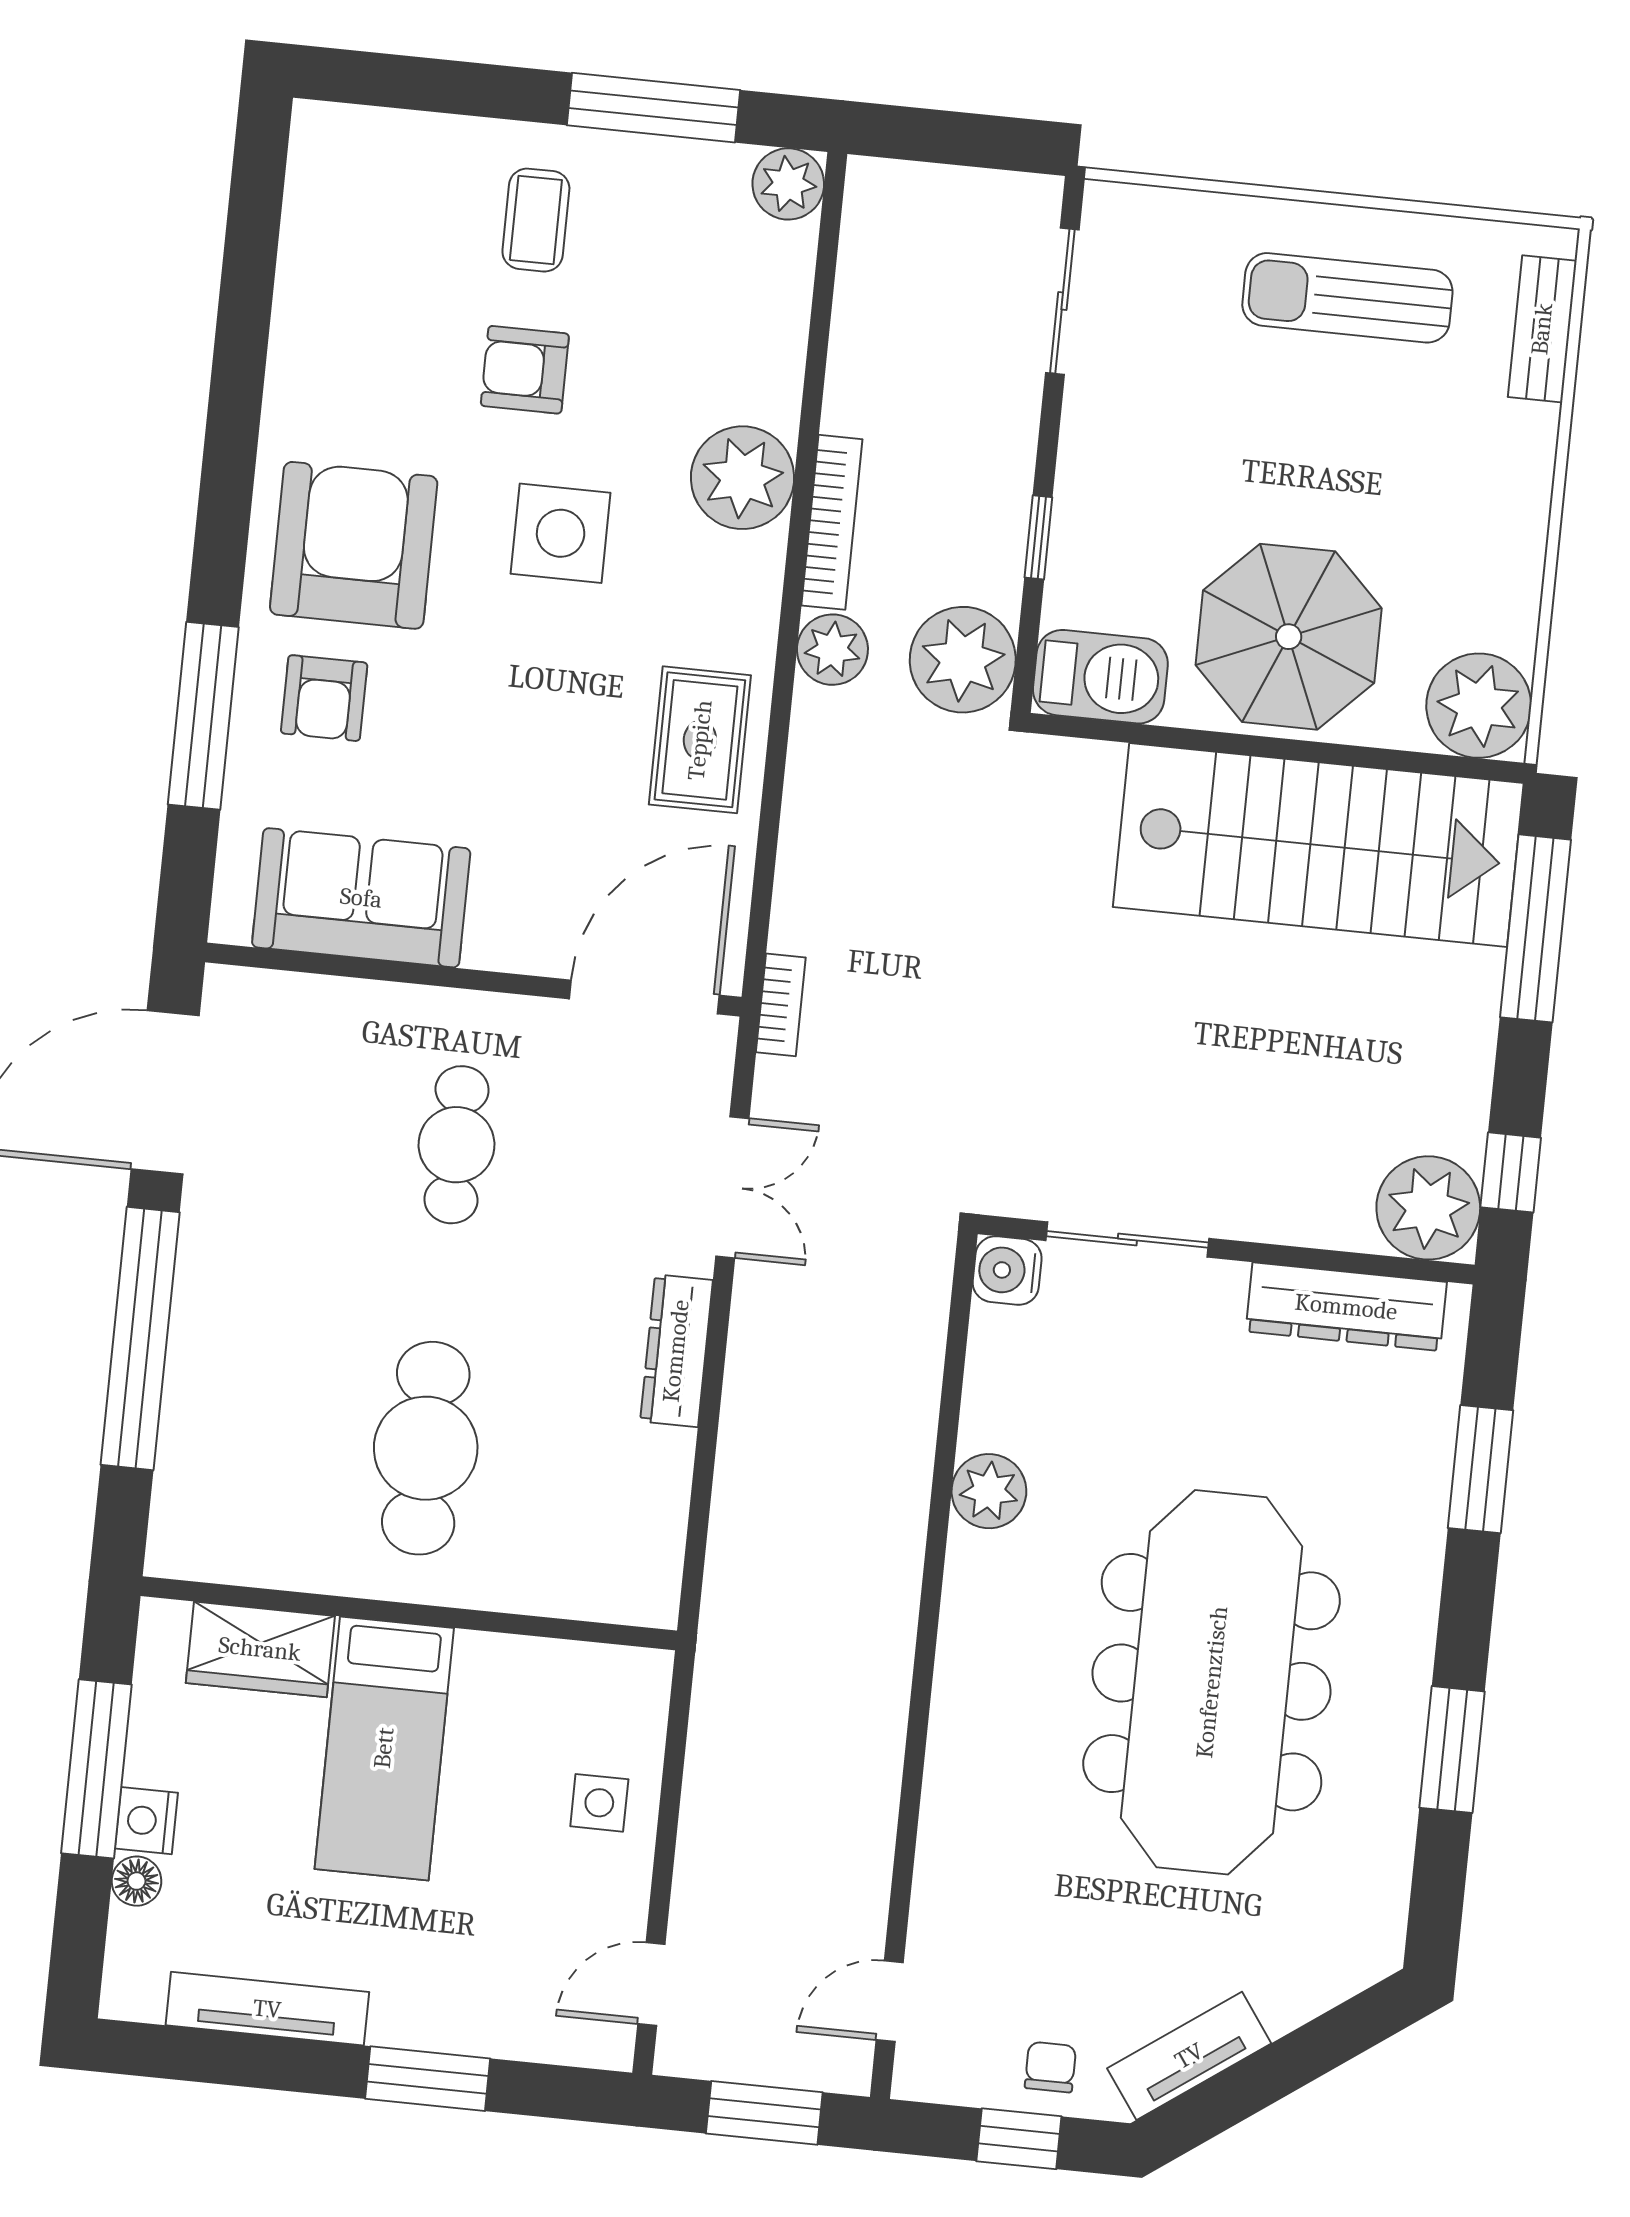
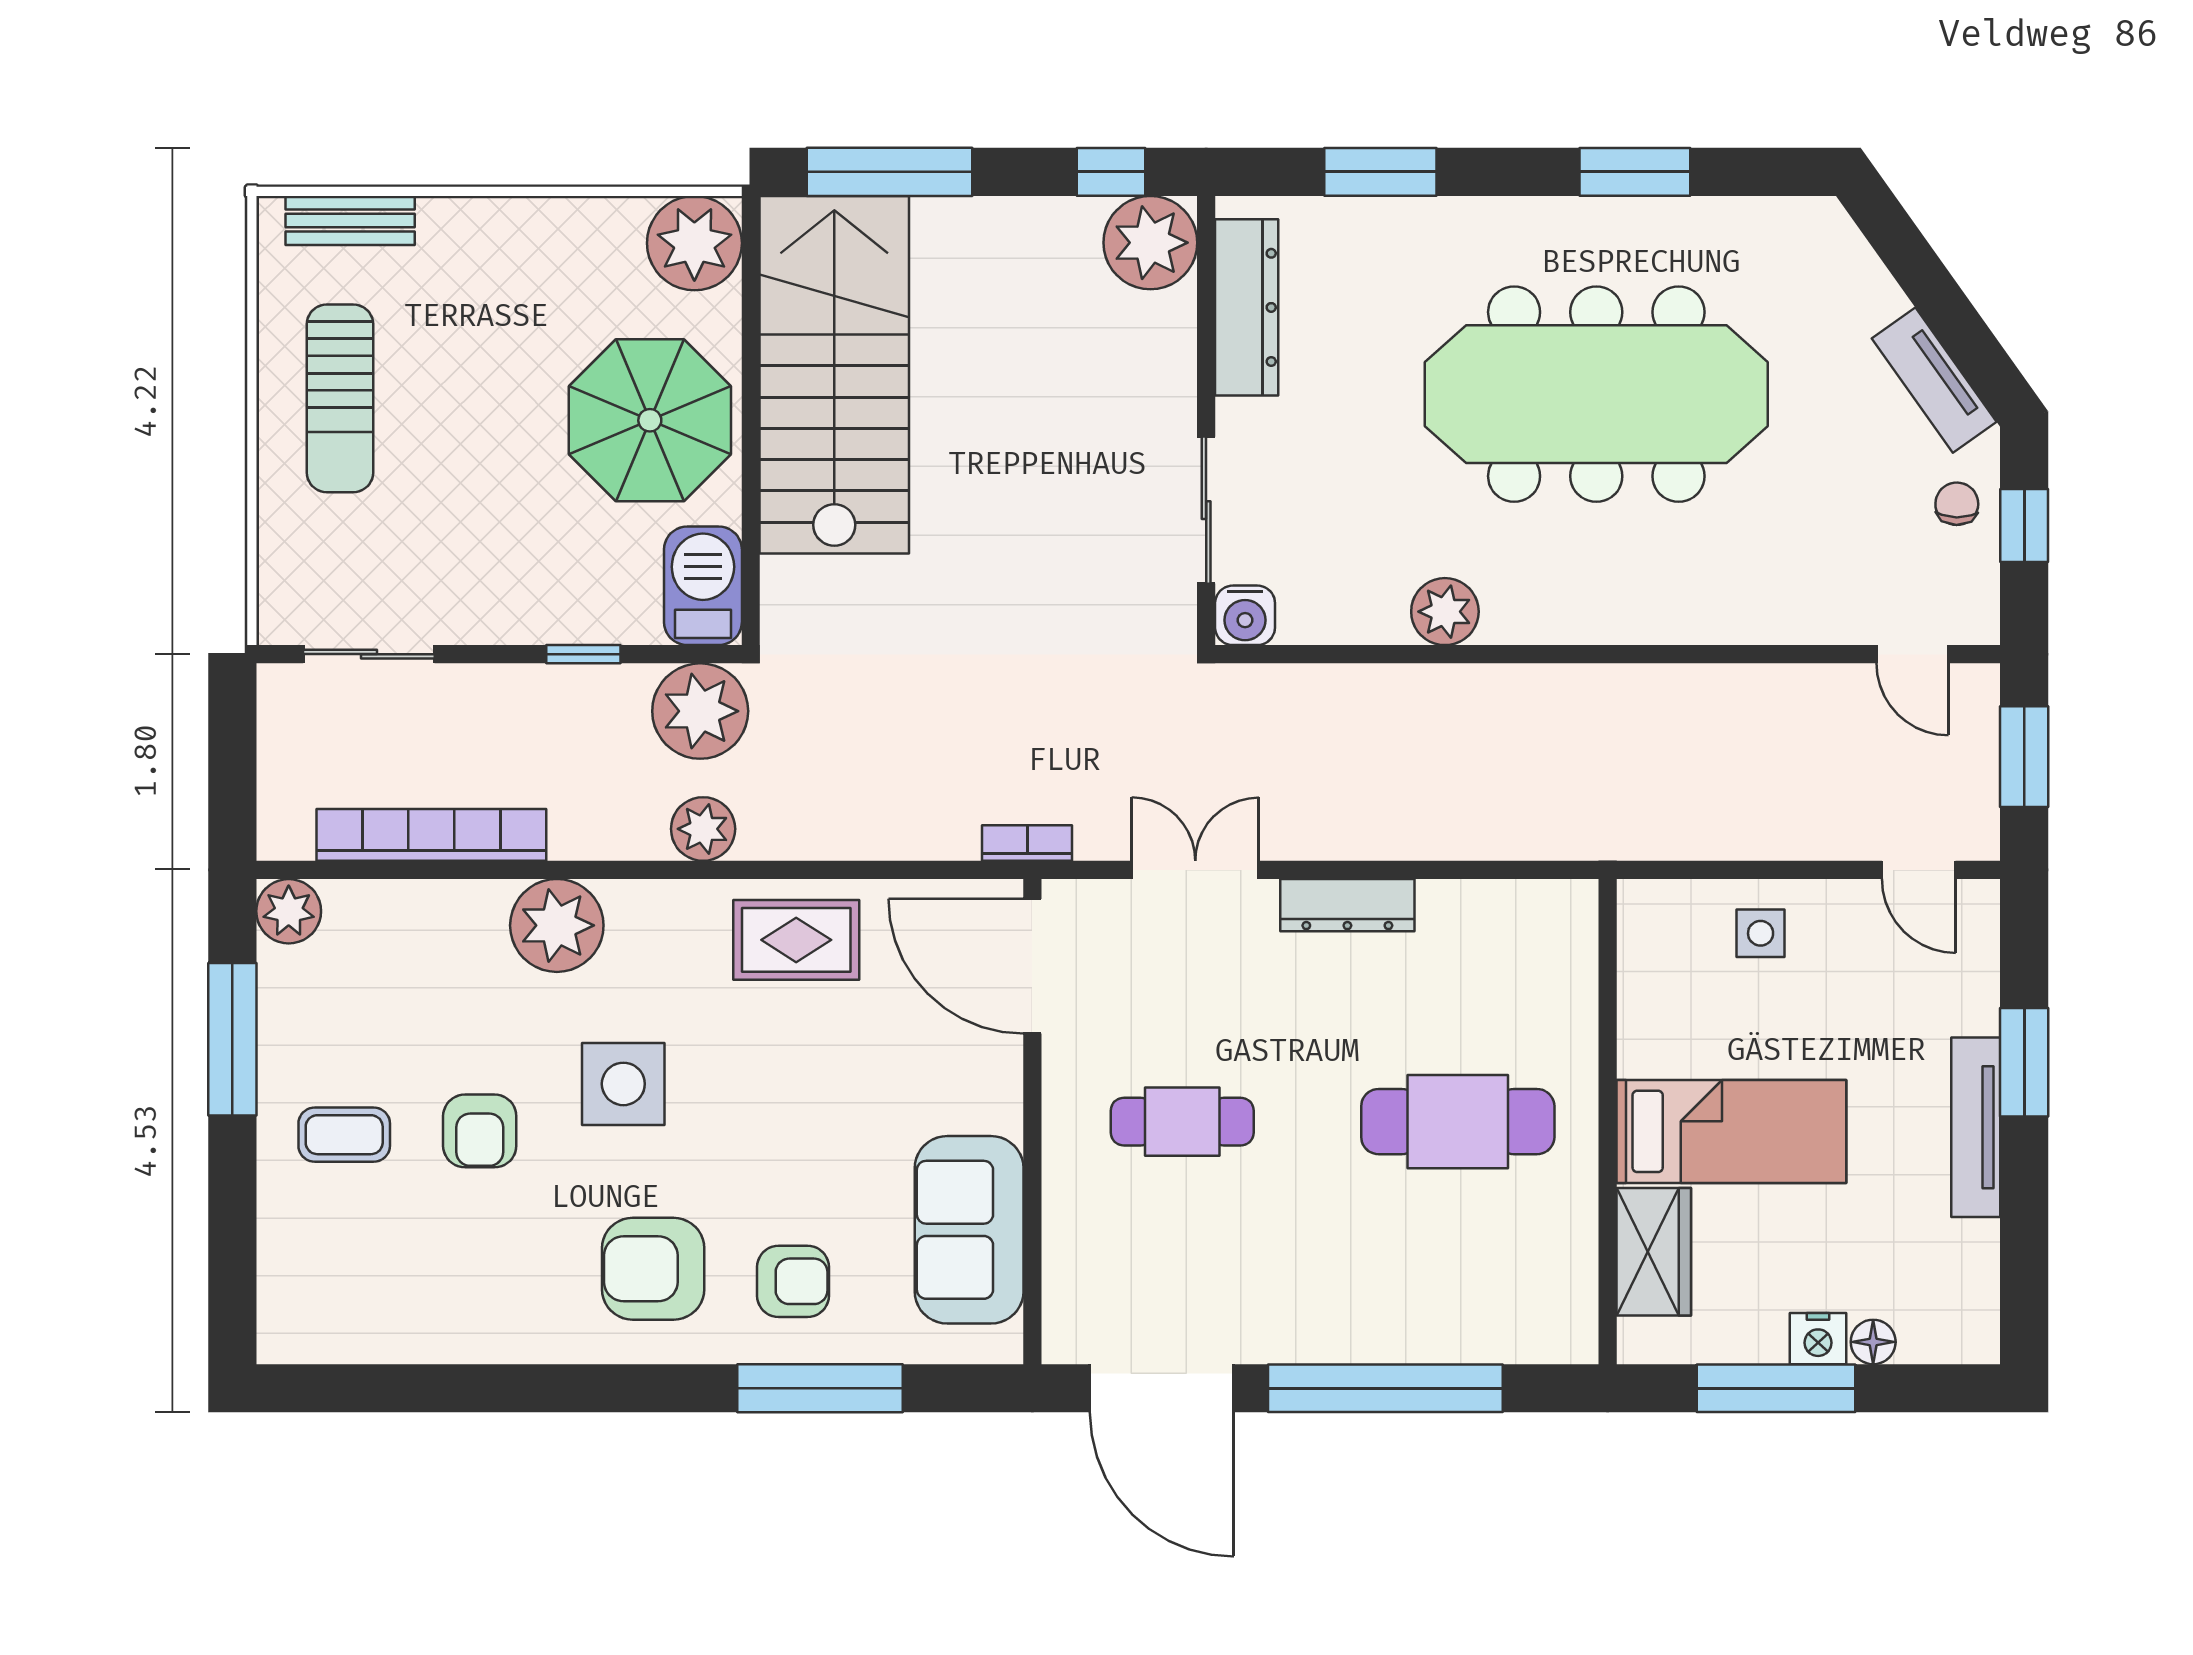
bookcase: (832, 522) -> (431, 835), moved, width x1.48, depth x1.31
armchair: (354, 545) -> (653, 1269), width x0.73, depth x0.73
tv unit: (267, 2009) -> (1976, 1127), moved
chair: (1050, 2067) -> (1957, 504), turned 91

